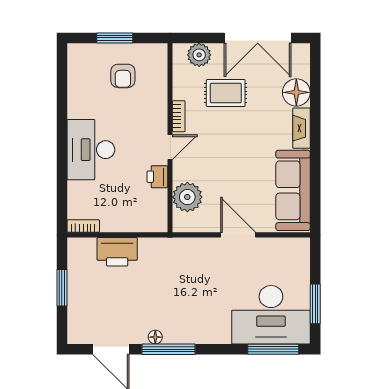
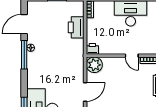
printer: (157, 177) -> (92, 49), moved
plant: (187, 197) -> (94, 65), moved

